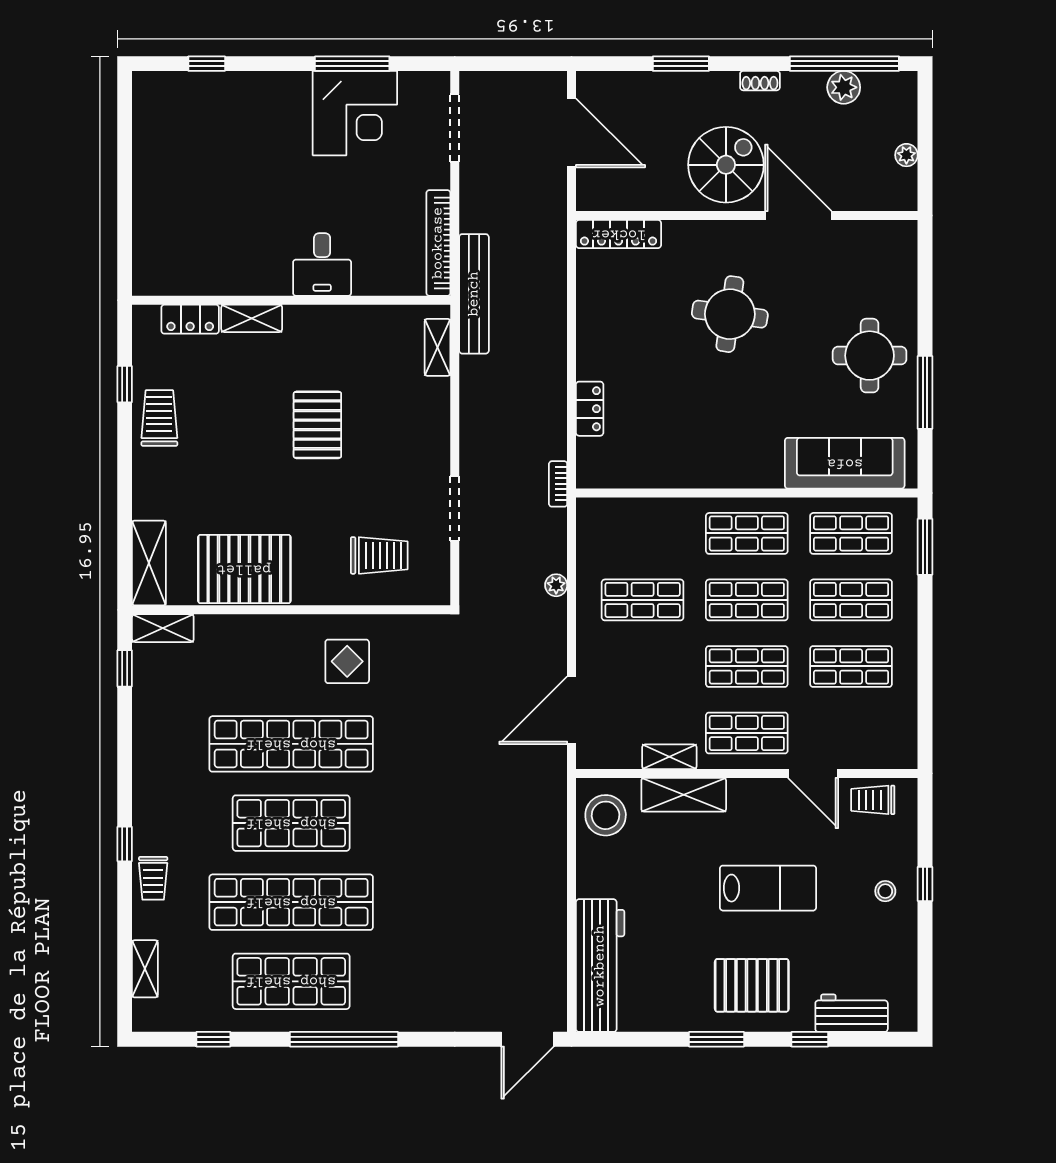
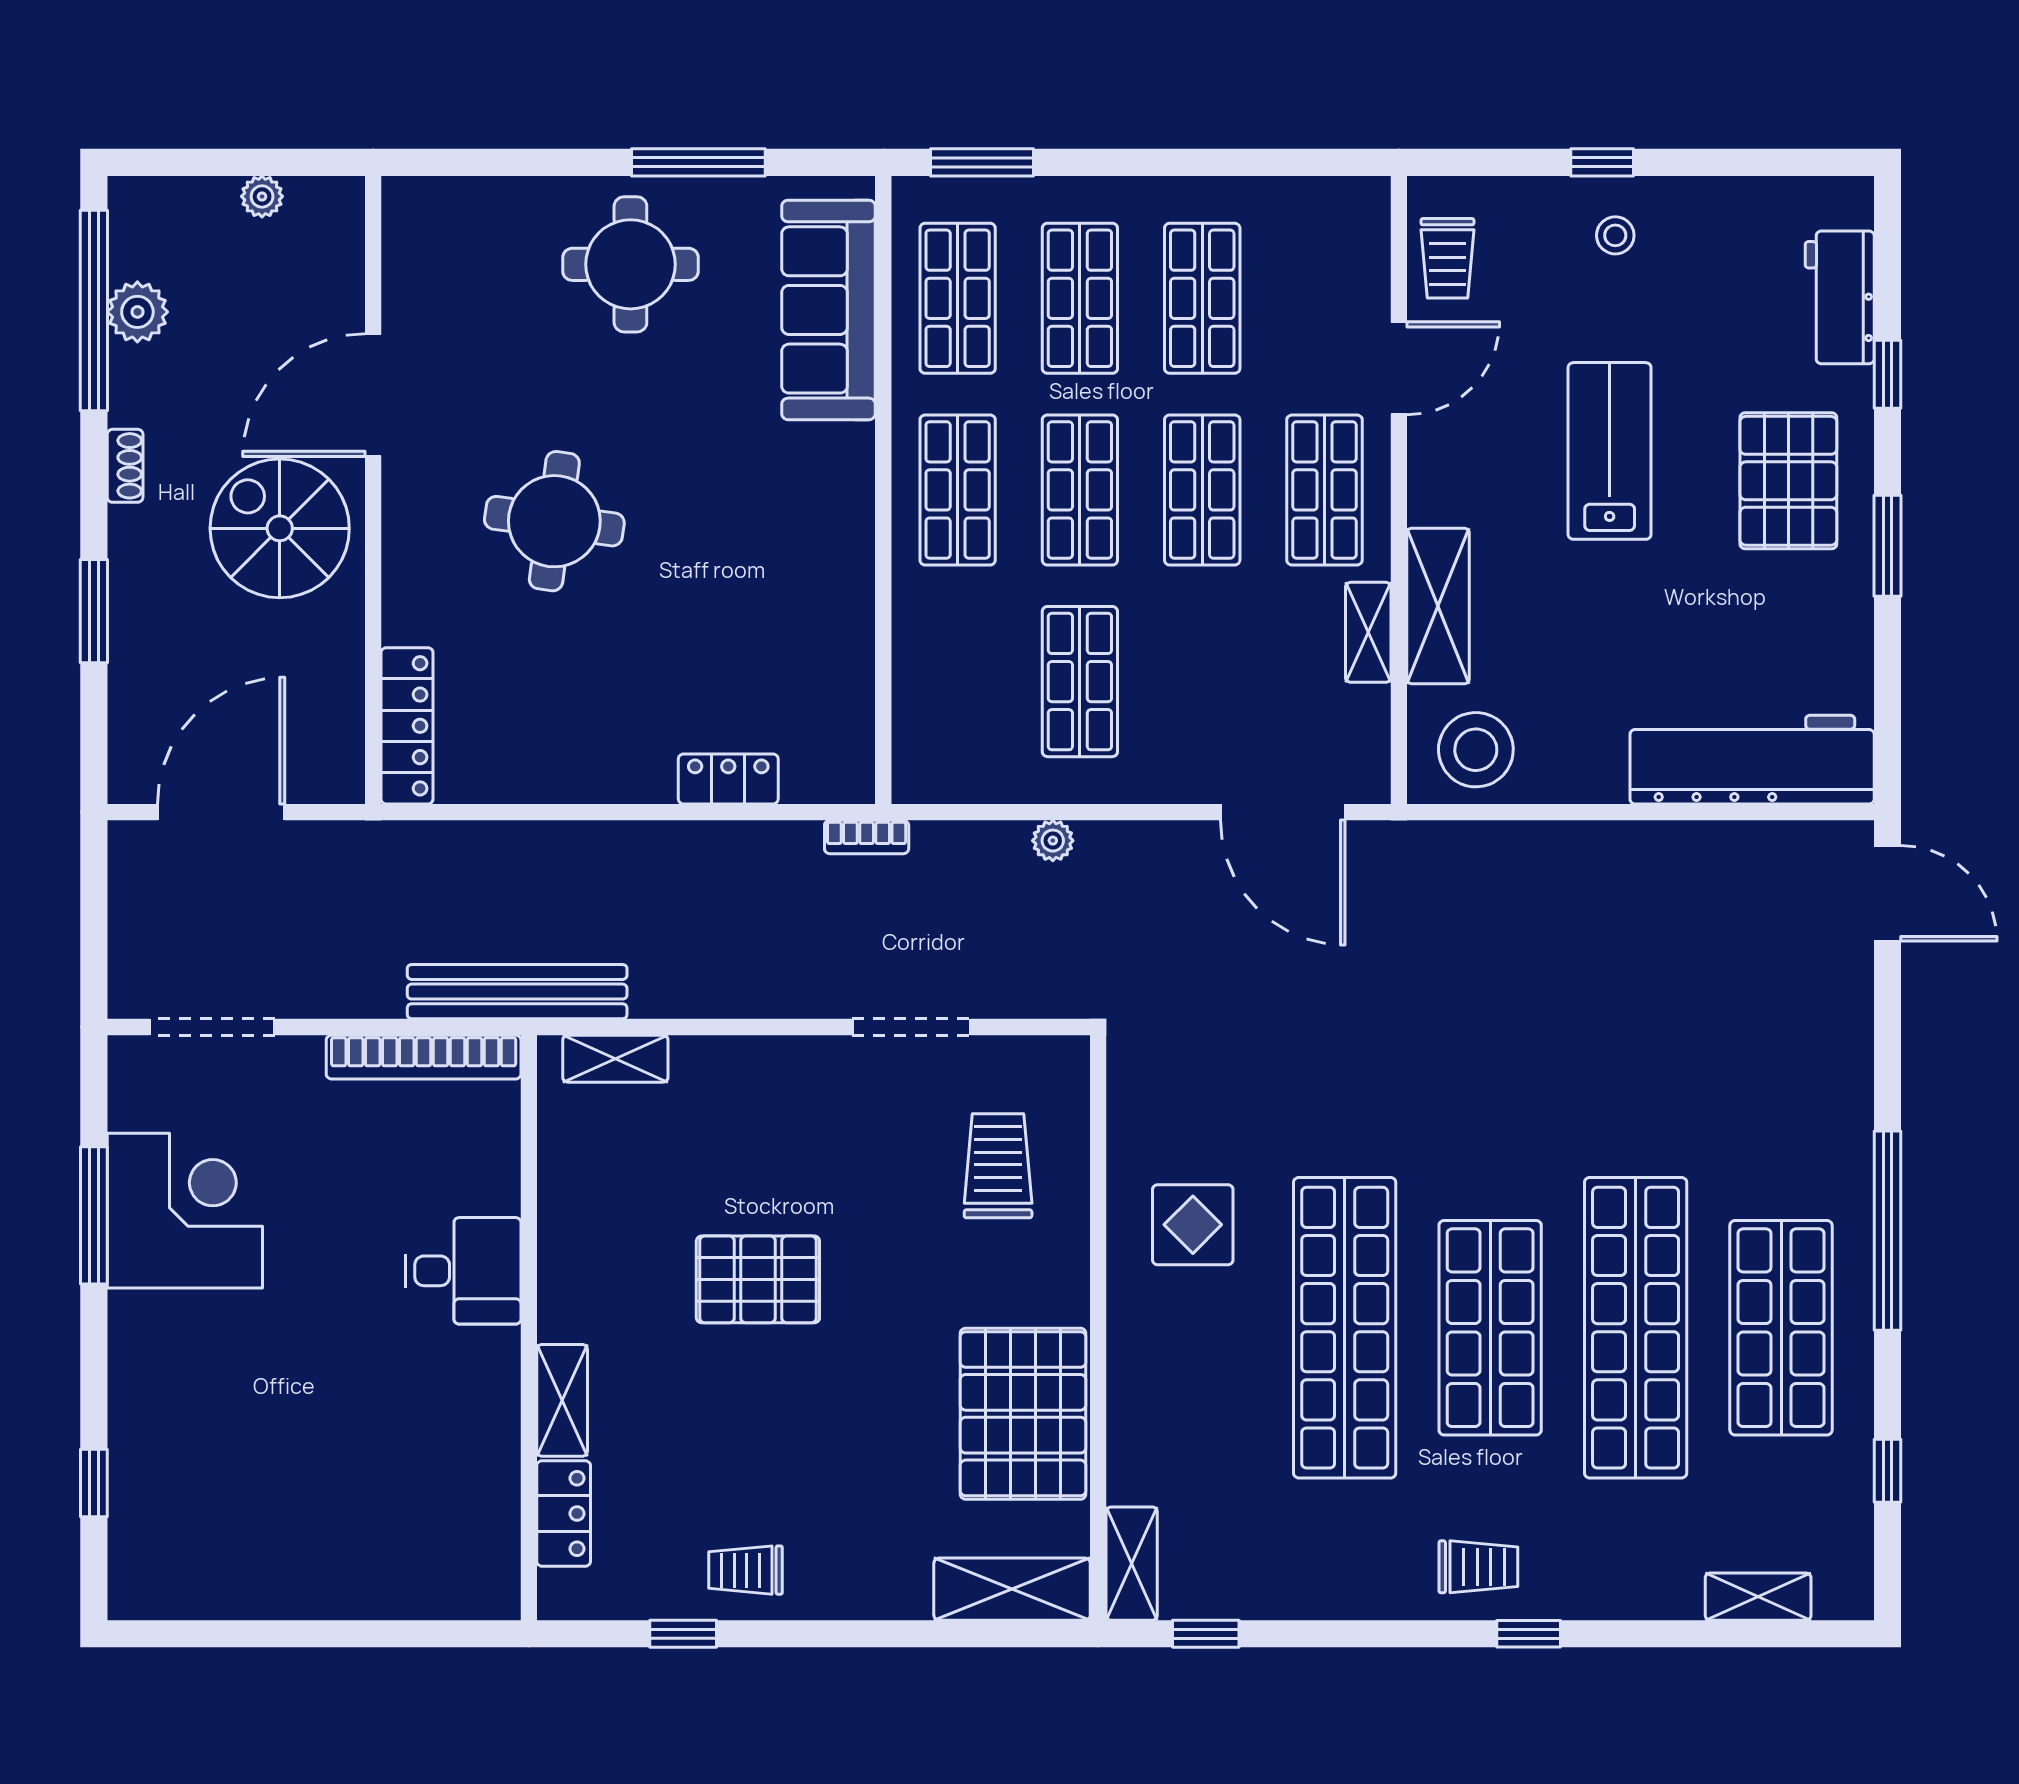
trolley: (159, 418) -> (745, 1570), width x0.73, depth x0.72
trolley: (153, 878) -> (1478, 1567), moved

